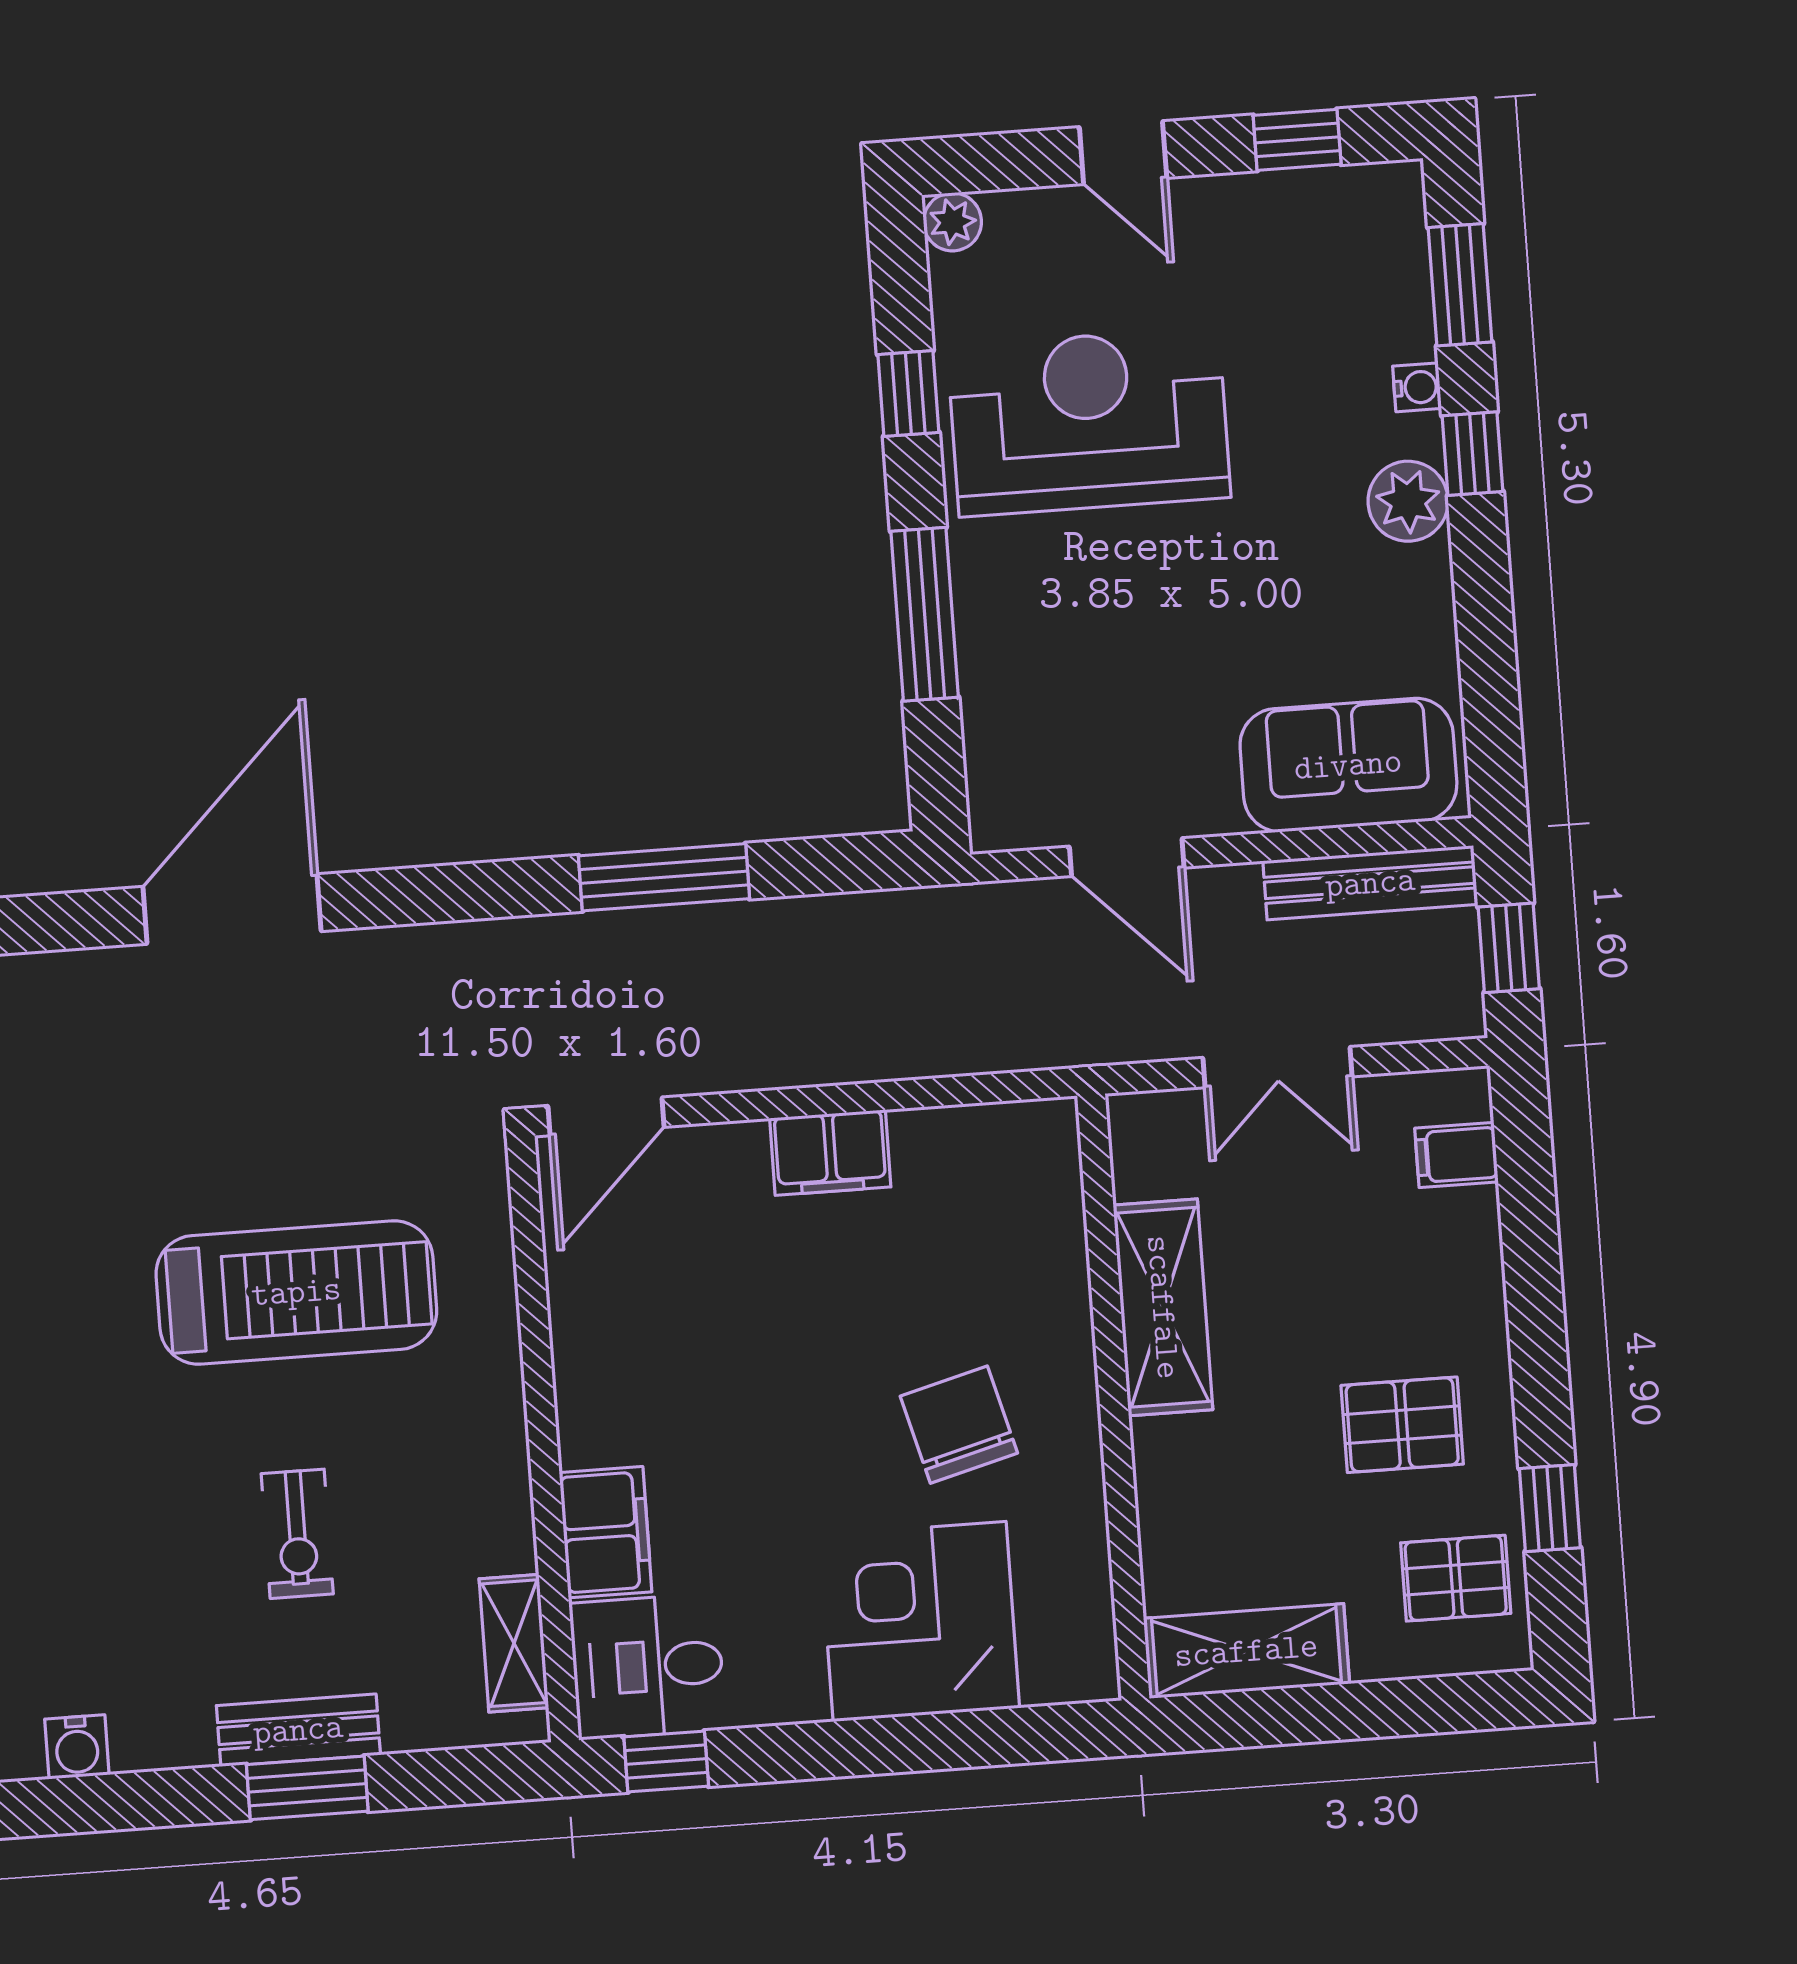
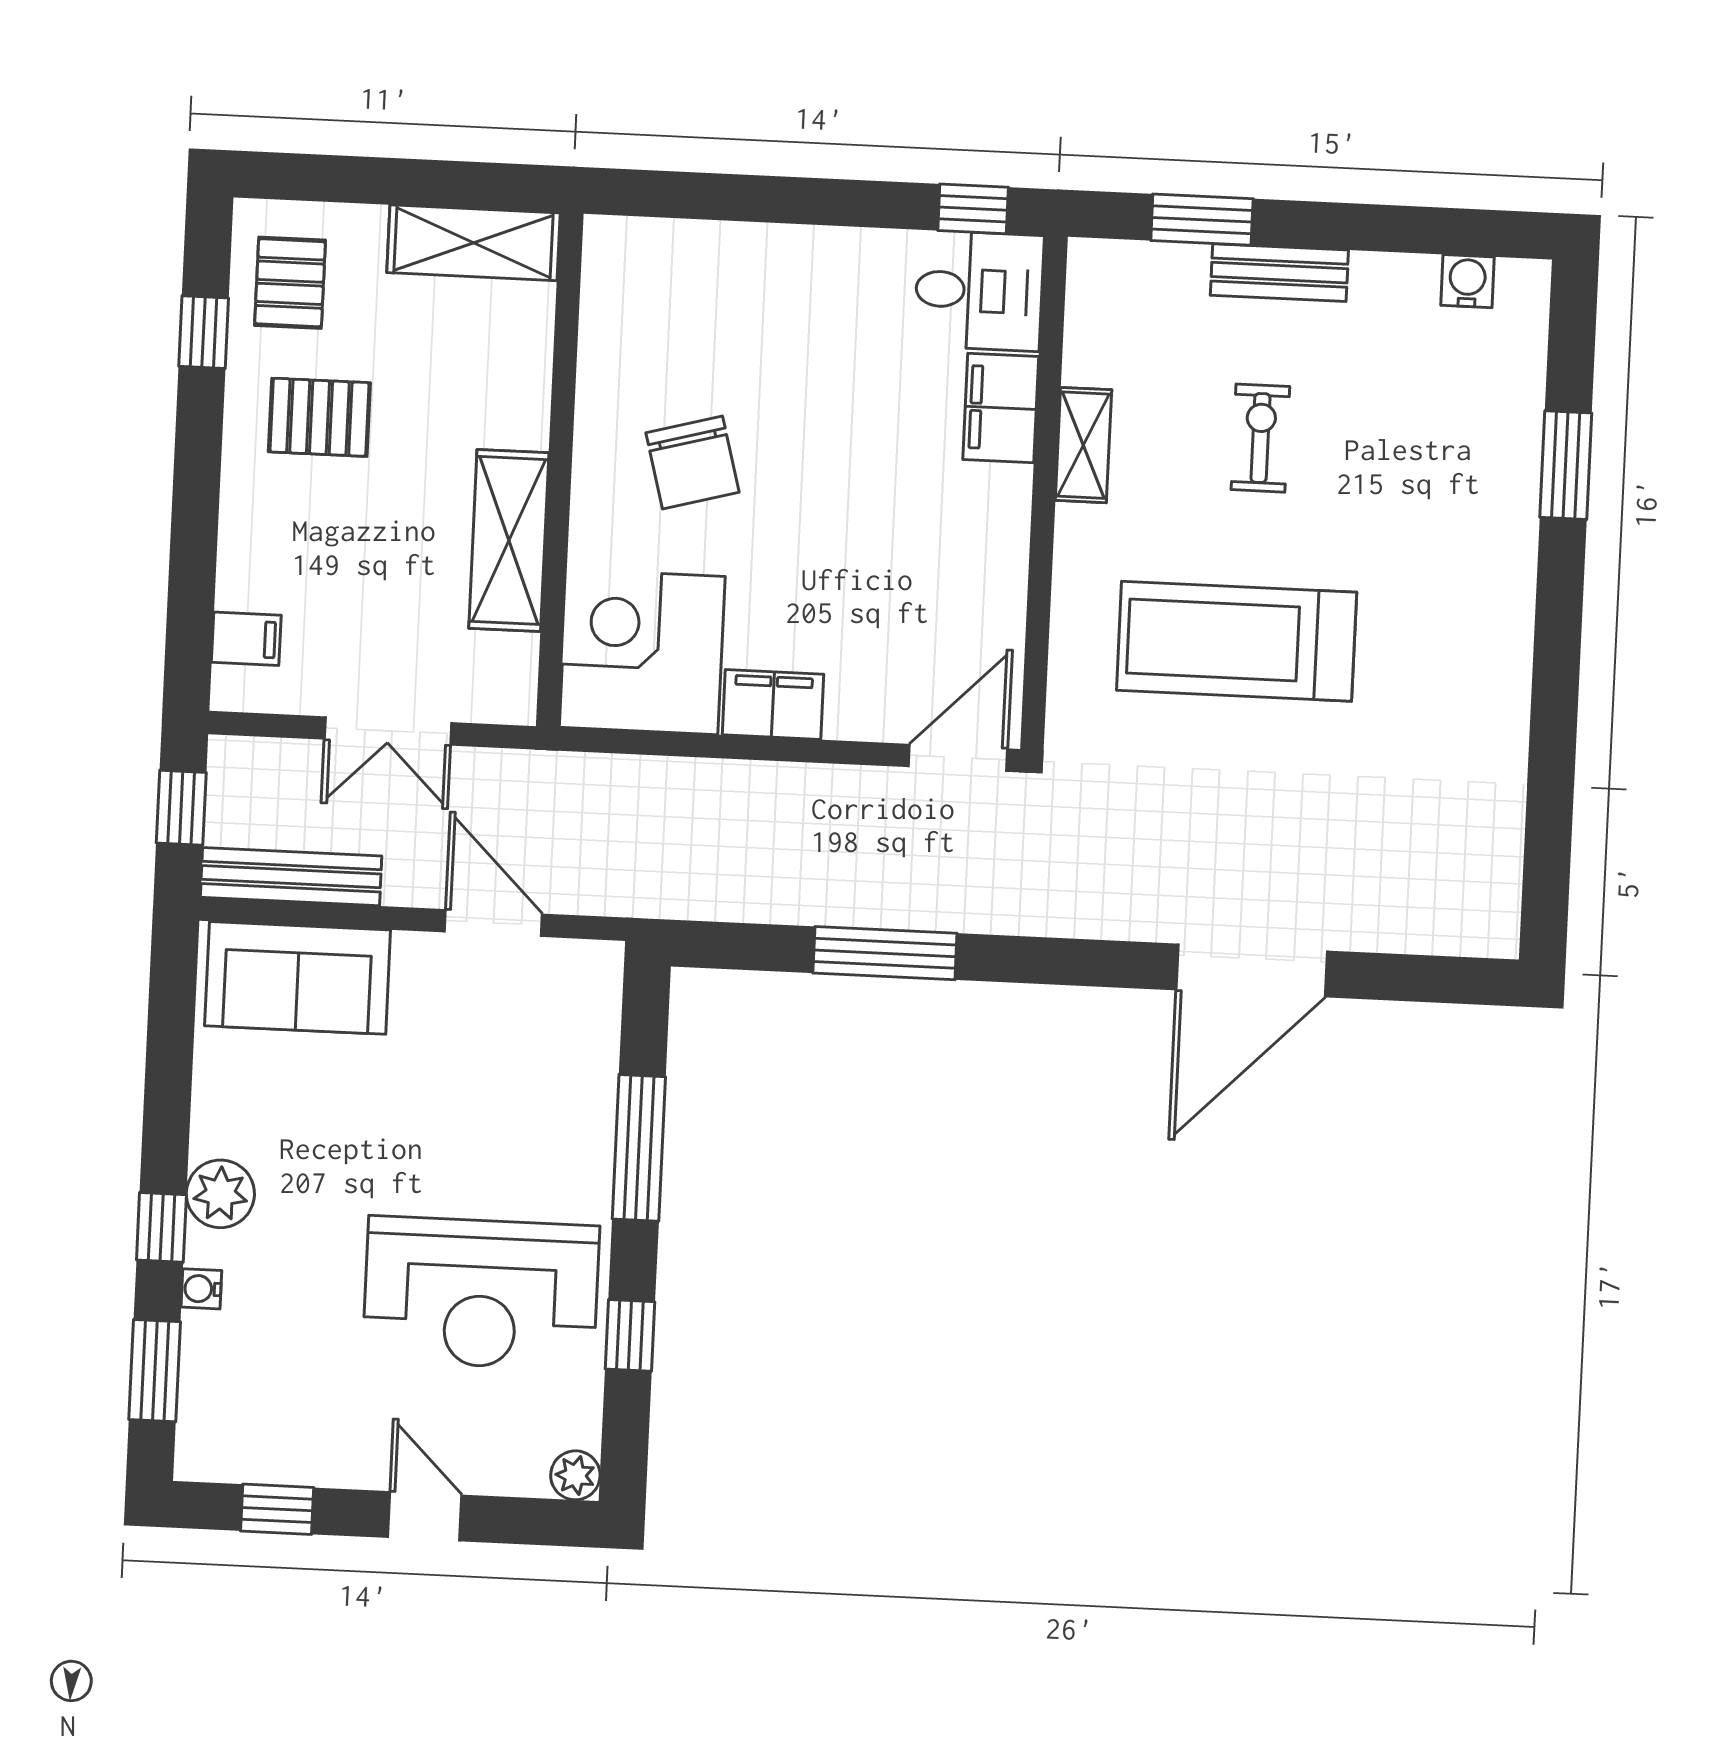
double door: (1277, 1067) -> (388, 731), swing flipped
pallet: (1456, 1578) -> (290, 283), turned 90
corner desk: (920, 1621) -> (642, 652), moved, turned 180
shelving: (514, 1643) -> (1083, 445), moved
window: (307, 1788) -> (1202, 220), moved

